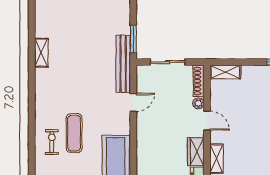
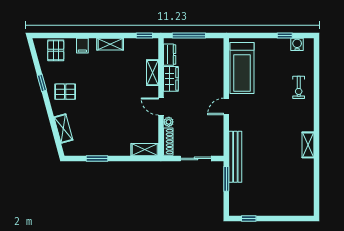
shelving: (41, 53) -> (308, 145), moved
door: (133, 103) -> (226, 106), moved
exercise mat: (74, 133) -> (279, 95), removed

